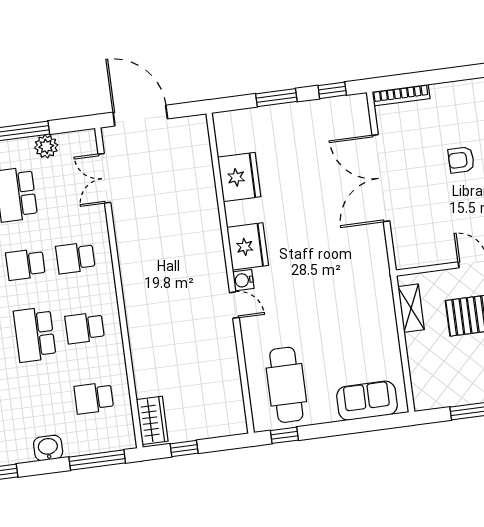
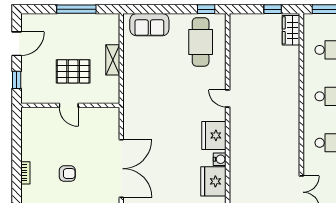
water cooler: (243, 280) -> (220, 159), moved
shelving: (411, 308) -> (113, 60), moved

